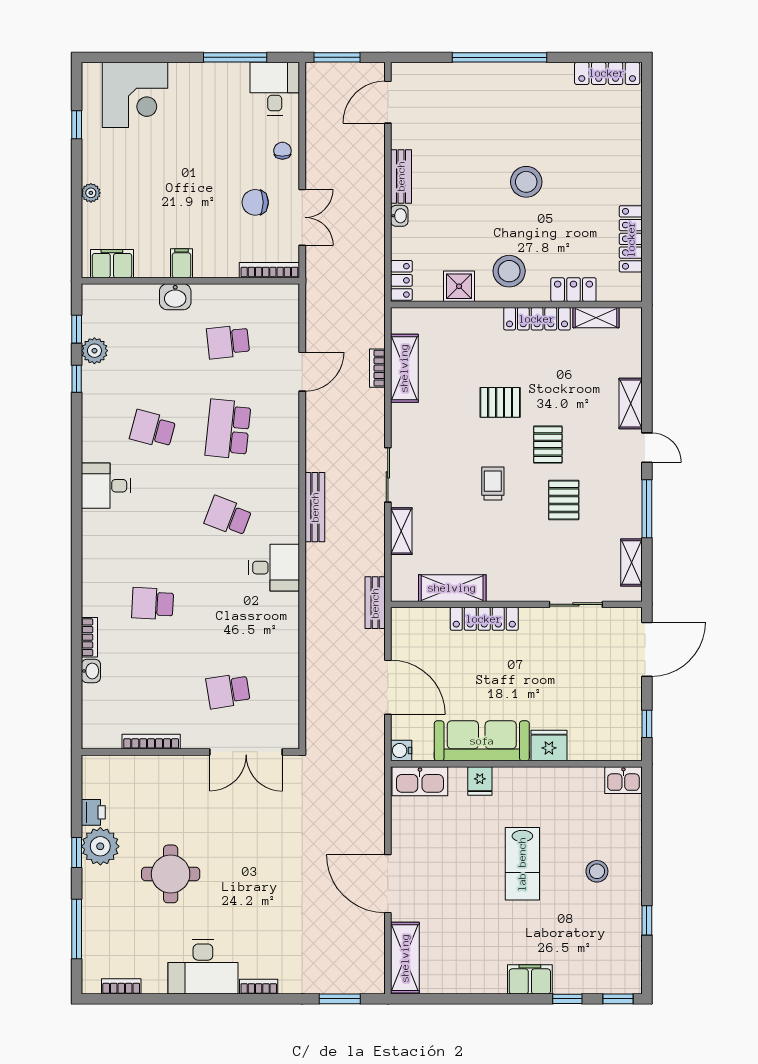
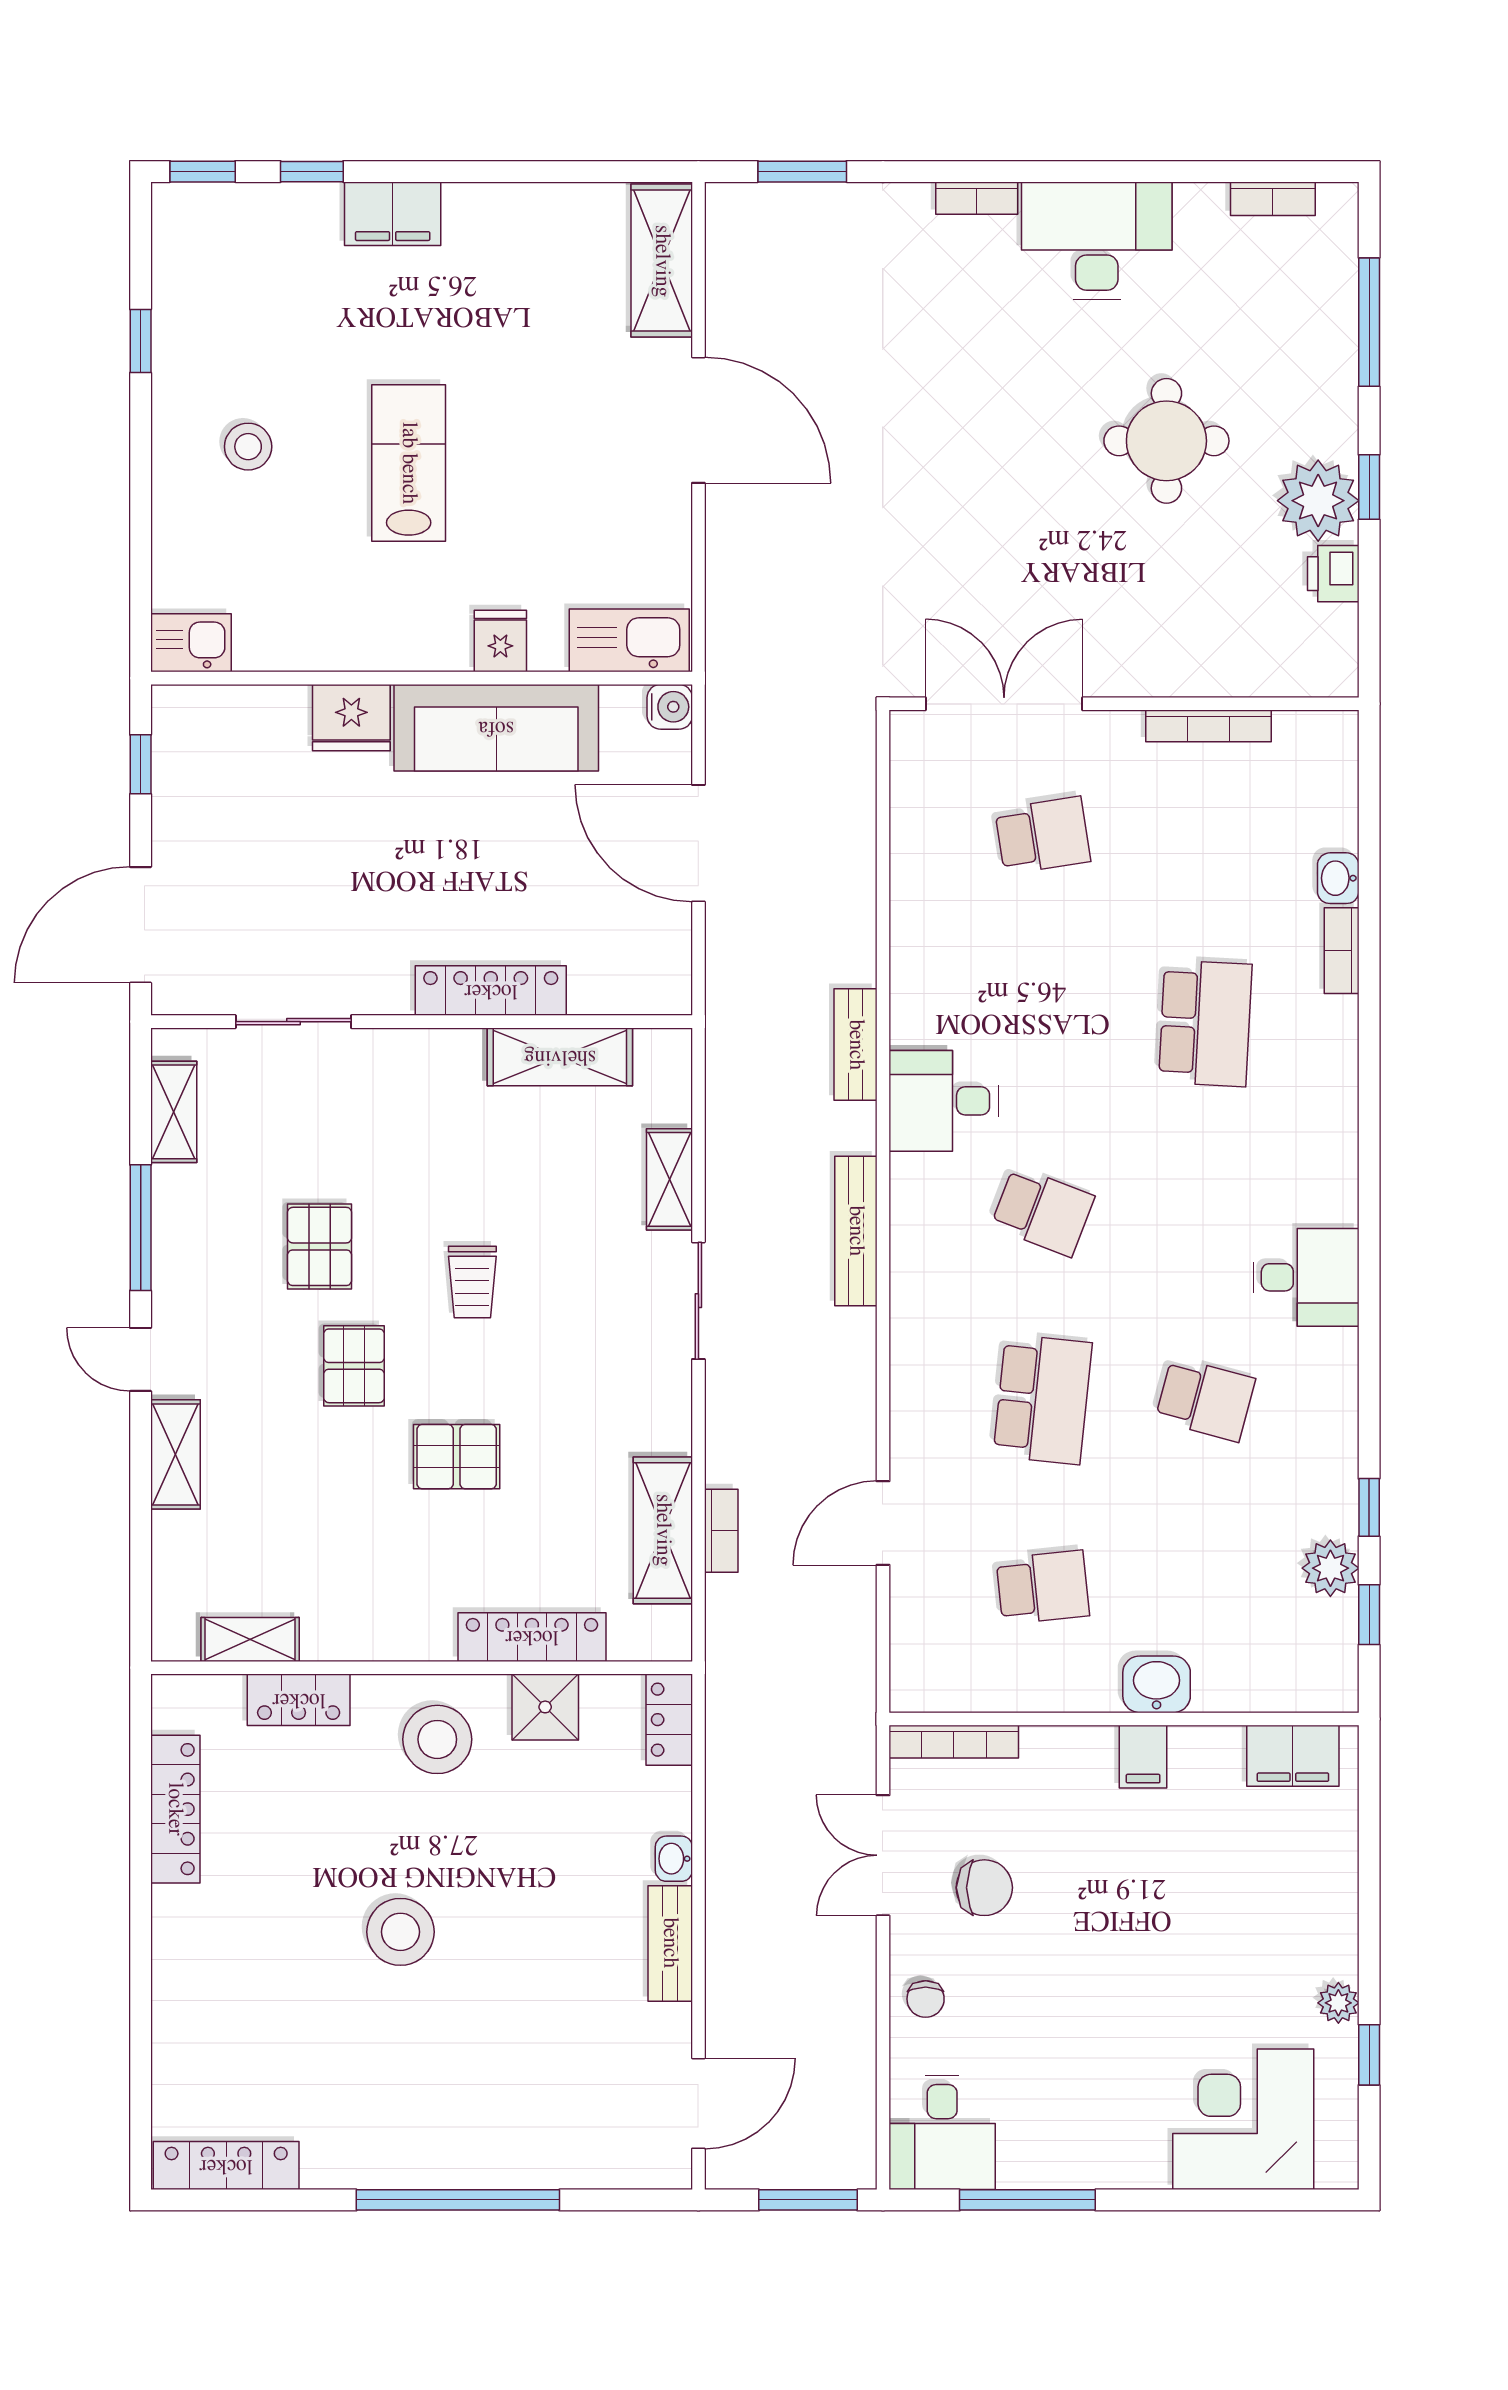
plant: (91, 193) -> (1338, 2003), moved
locker: (537, 319) -> (532, 1637), moved
bench: (375, 603) -> (856, 1045), moved
school desk: (153, 604) -> (1205, 1023), width x1.85

